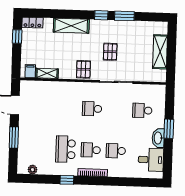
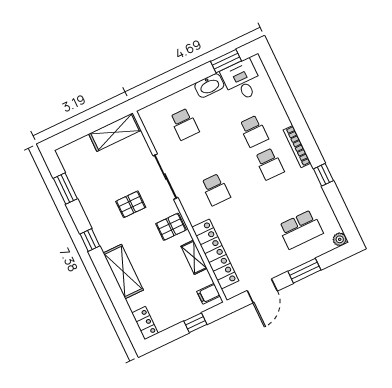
window: (124, 16) -> (65, 189), moved
window: (17, 37) -> (195, 323), moved
shelving: (160, 52) -> (115, 132), moved
shelving: (47, 73) -> (194, 257), moved
locker: (53, 88) -> (215, 254), added
window: (169, 129) -> (226, 61), moved
school desk: (66, 149) -> (301, 229), moved
plant: (32, 170) -> (340, 239), moved

